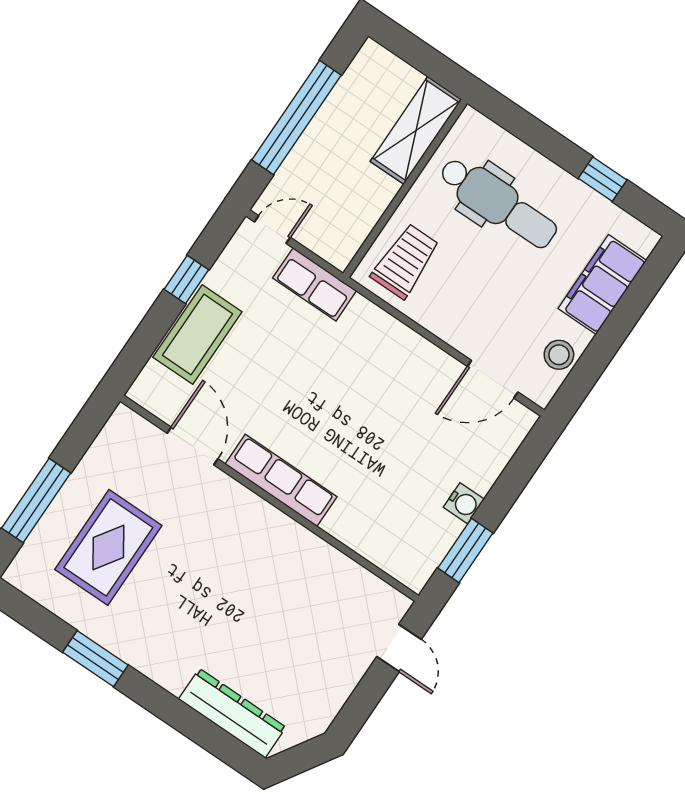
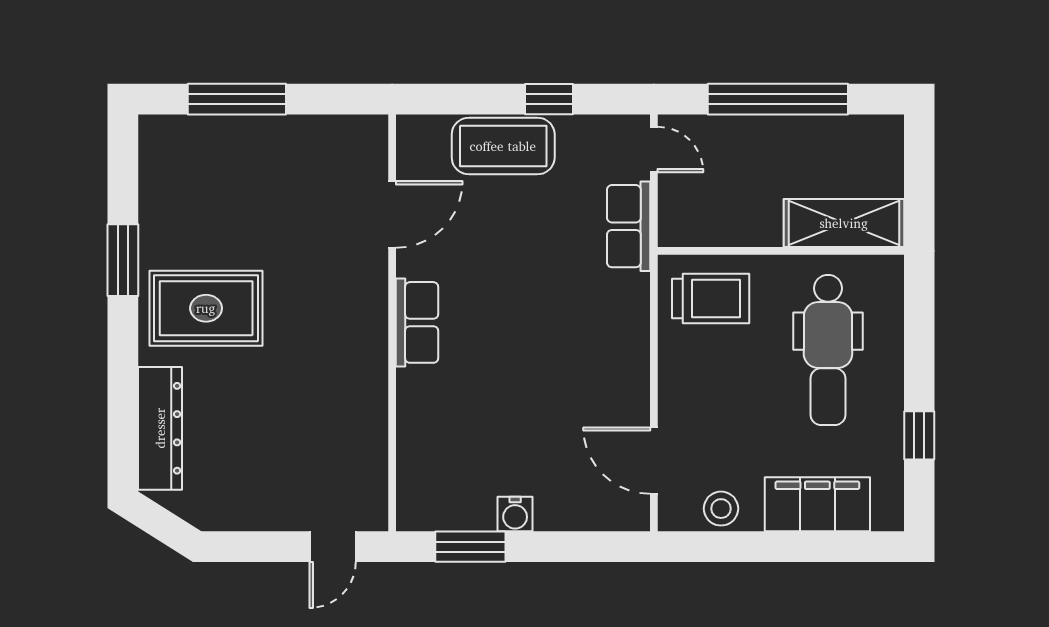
row of seats: (281, 480) -> (417, 322), width x0.68
rug: (108, 547) -> (206, 308), moved

